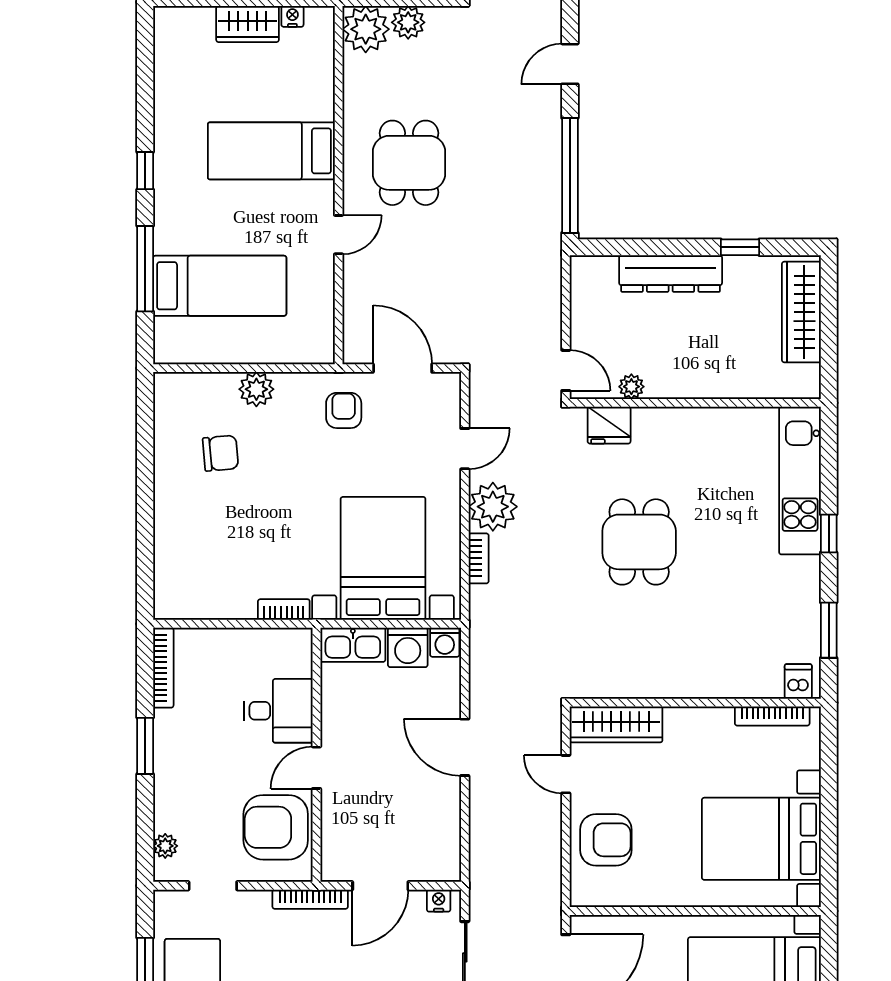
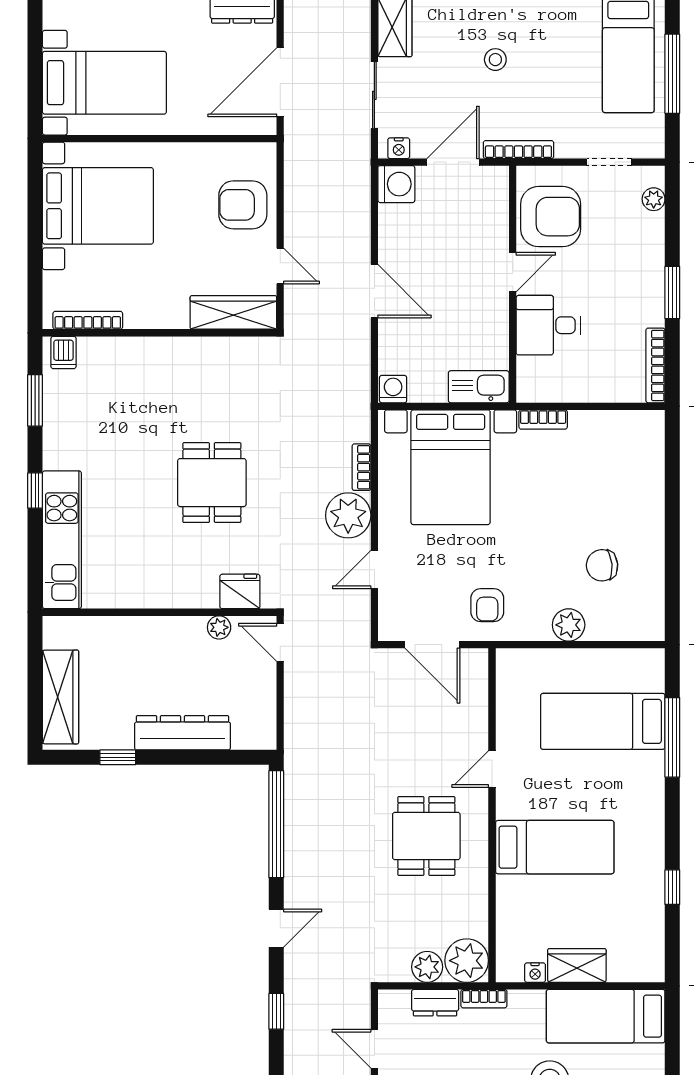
window: (145, 171) -> (672, 887), moved
washing machine: (408, 647) -> (396, 184), moved, turned 90

